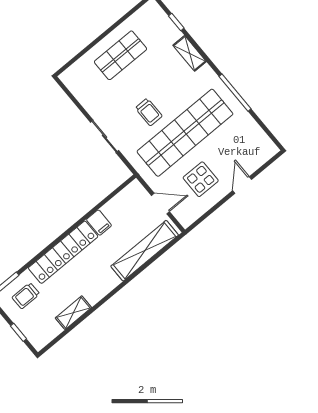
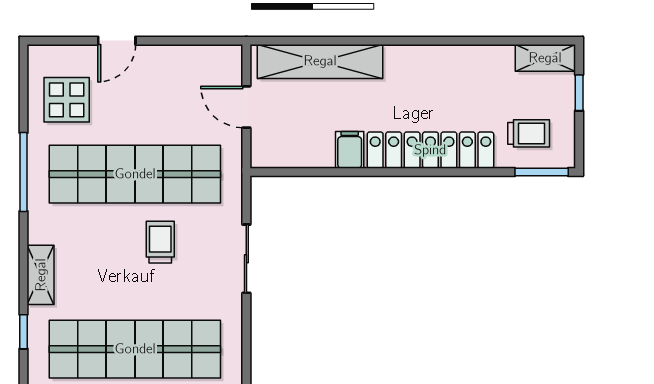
shop shelf: (120, 55) -> (135, 349), width x2.00, depth x1.36
display table: (201, 179) -> (67, 100), moved
shelving: (73, 313) -> (545, 58), moved

